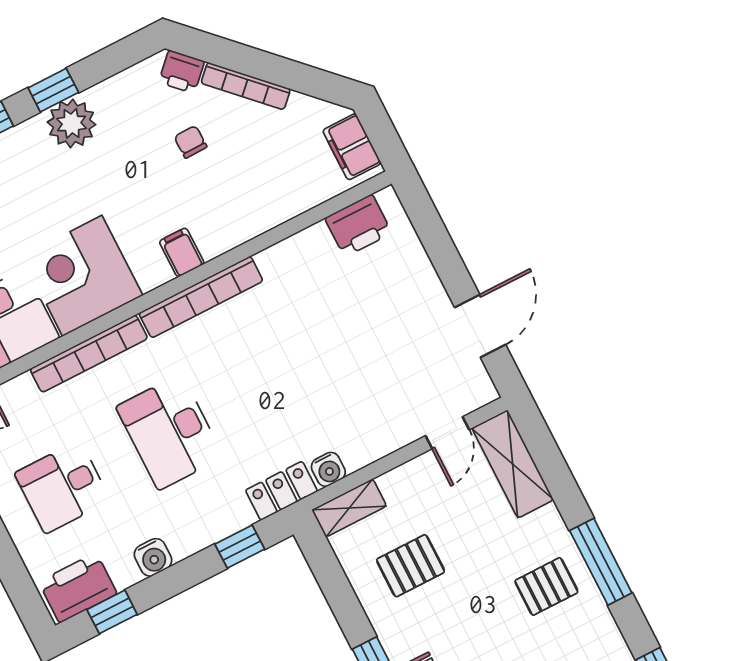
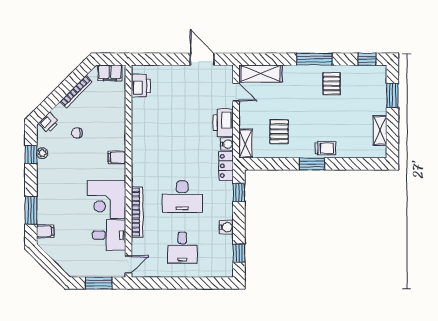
bookcase: (246, 86) -> (76, 92), moved
window: (53, 90) -> (31, 155), moved
plant: (72, 123) -> (42, 153), moved, width x0.53, depth x0.53
bookcase: (201, 297) -> (137, 159), removed
pallet: (546, 586) -> (331, 84), moved
printer: (78, 588) -> (223, 123), moved

